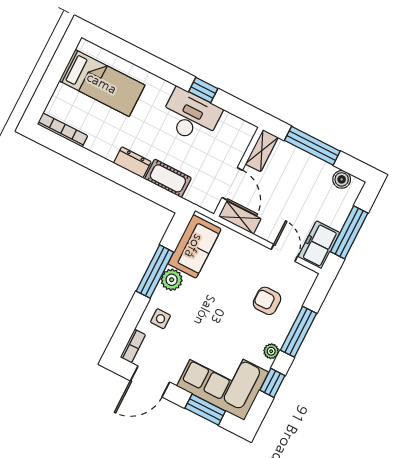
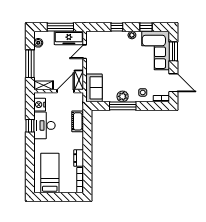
nightstand: (232, 126) -> (40, 105), added
dresser: (132, 162) -> (79, 158), moved
freezer: (319, 245) -> (69, 38), width x1.40
sofa: (194, 246) -> (94, 88), moved, turned 90
armchair: (267, 301) -> (110, 49), removed
window: (298, 332) -> (117, 27), width x0.46

